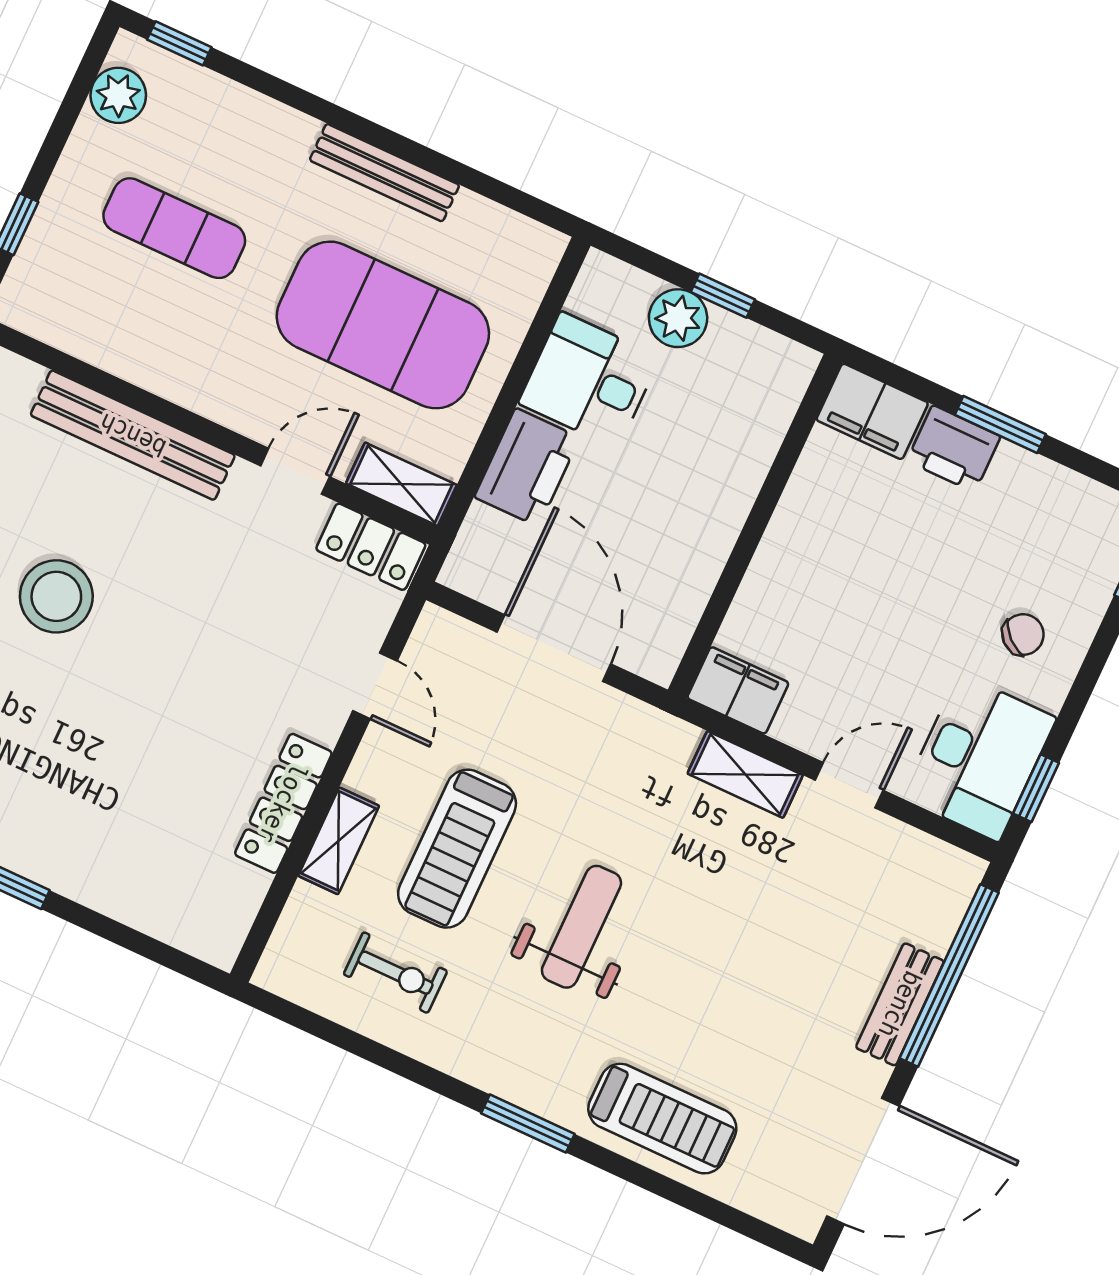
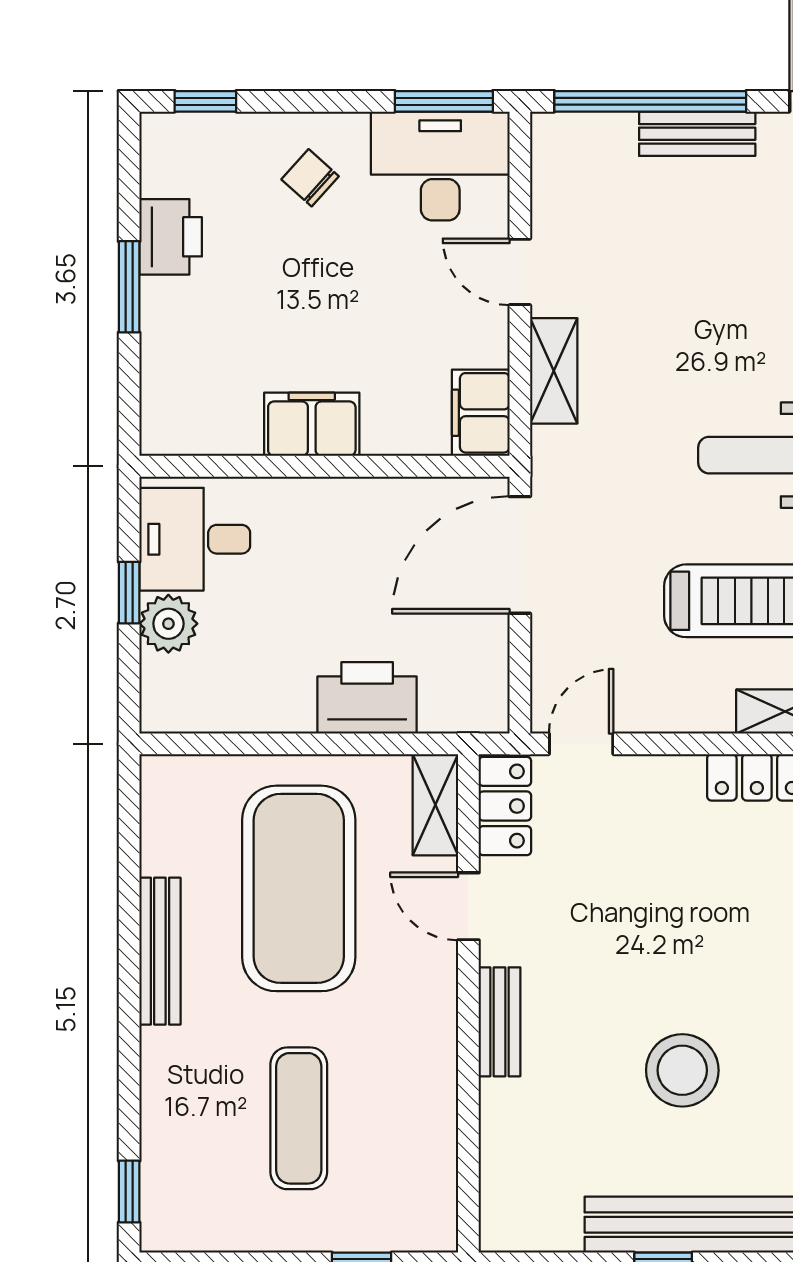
plant: (118, 95) -> (202, 1225), removed
desk: (589, 380) -> (195, 539), moved, turned 90
filing cabinet: (872, 411) -> (312, 424), moved, turned -90
bench: (133, 435) -> (499, 1022), width x0.54, depth x0.82
printer: (954, 449) -> (171, 237), moved
door: (554, 648) -> (520, 555), moved
door: (375, 686) -> (581, 744), moved
window: (1036, 788) -> (444, 101), width x1.50

